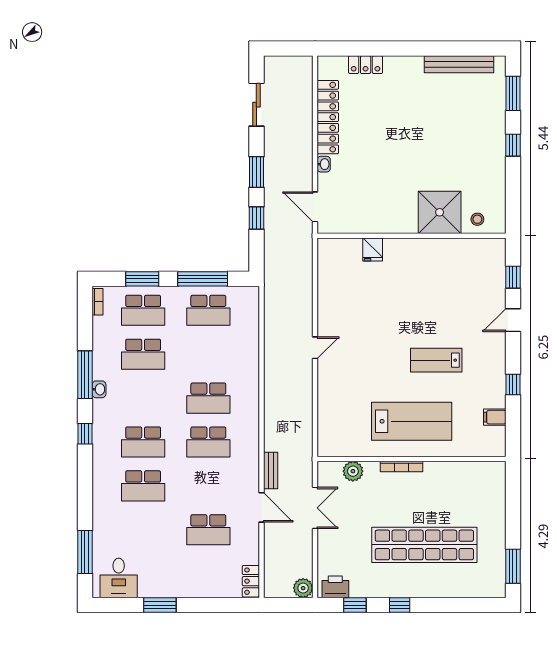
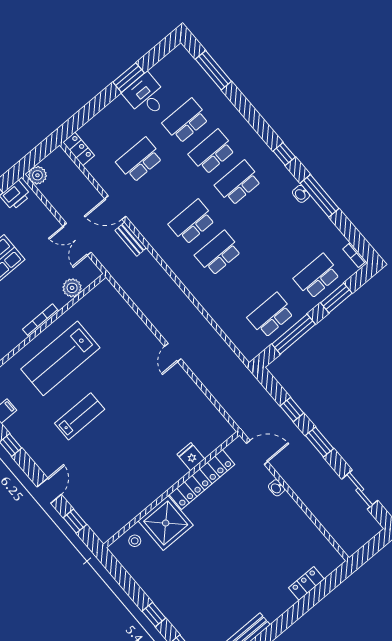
locker: (328, 117) -> (202, 480), moved, turned -90
school desk: (143, 354) -> (186, 121), moved
desk: (119, 578) -> (146, 96), moved

